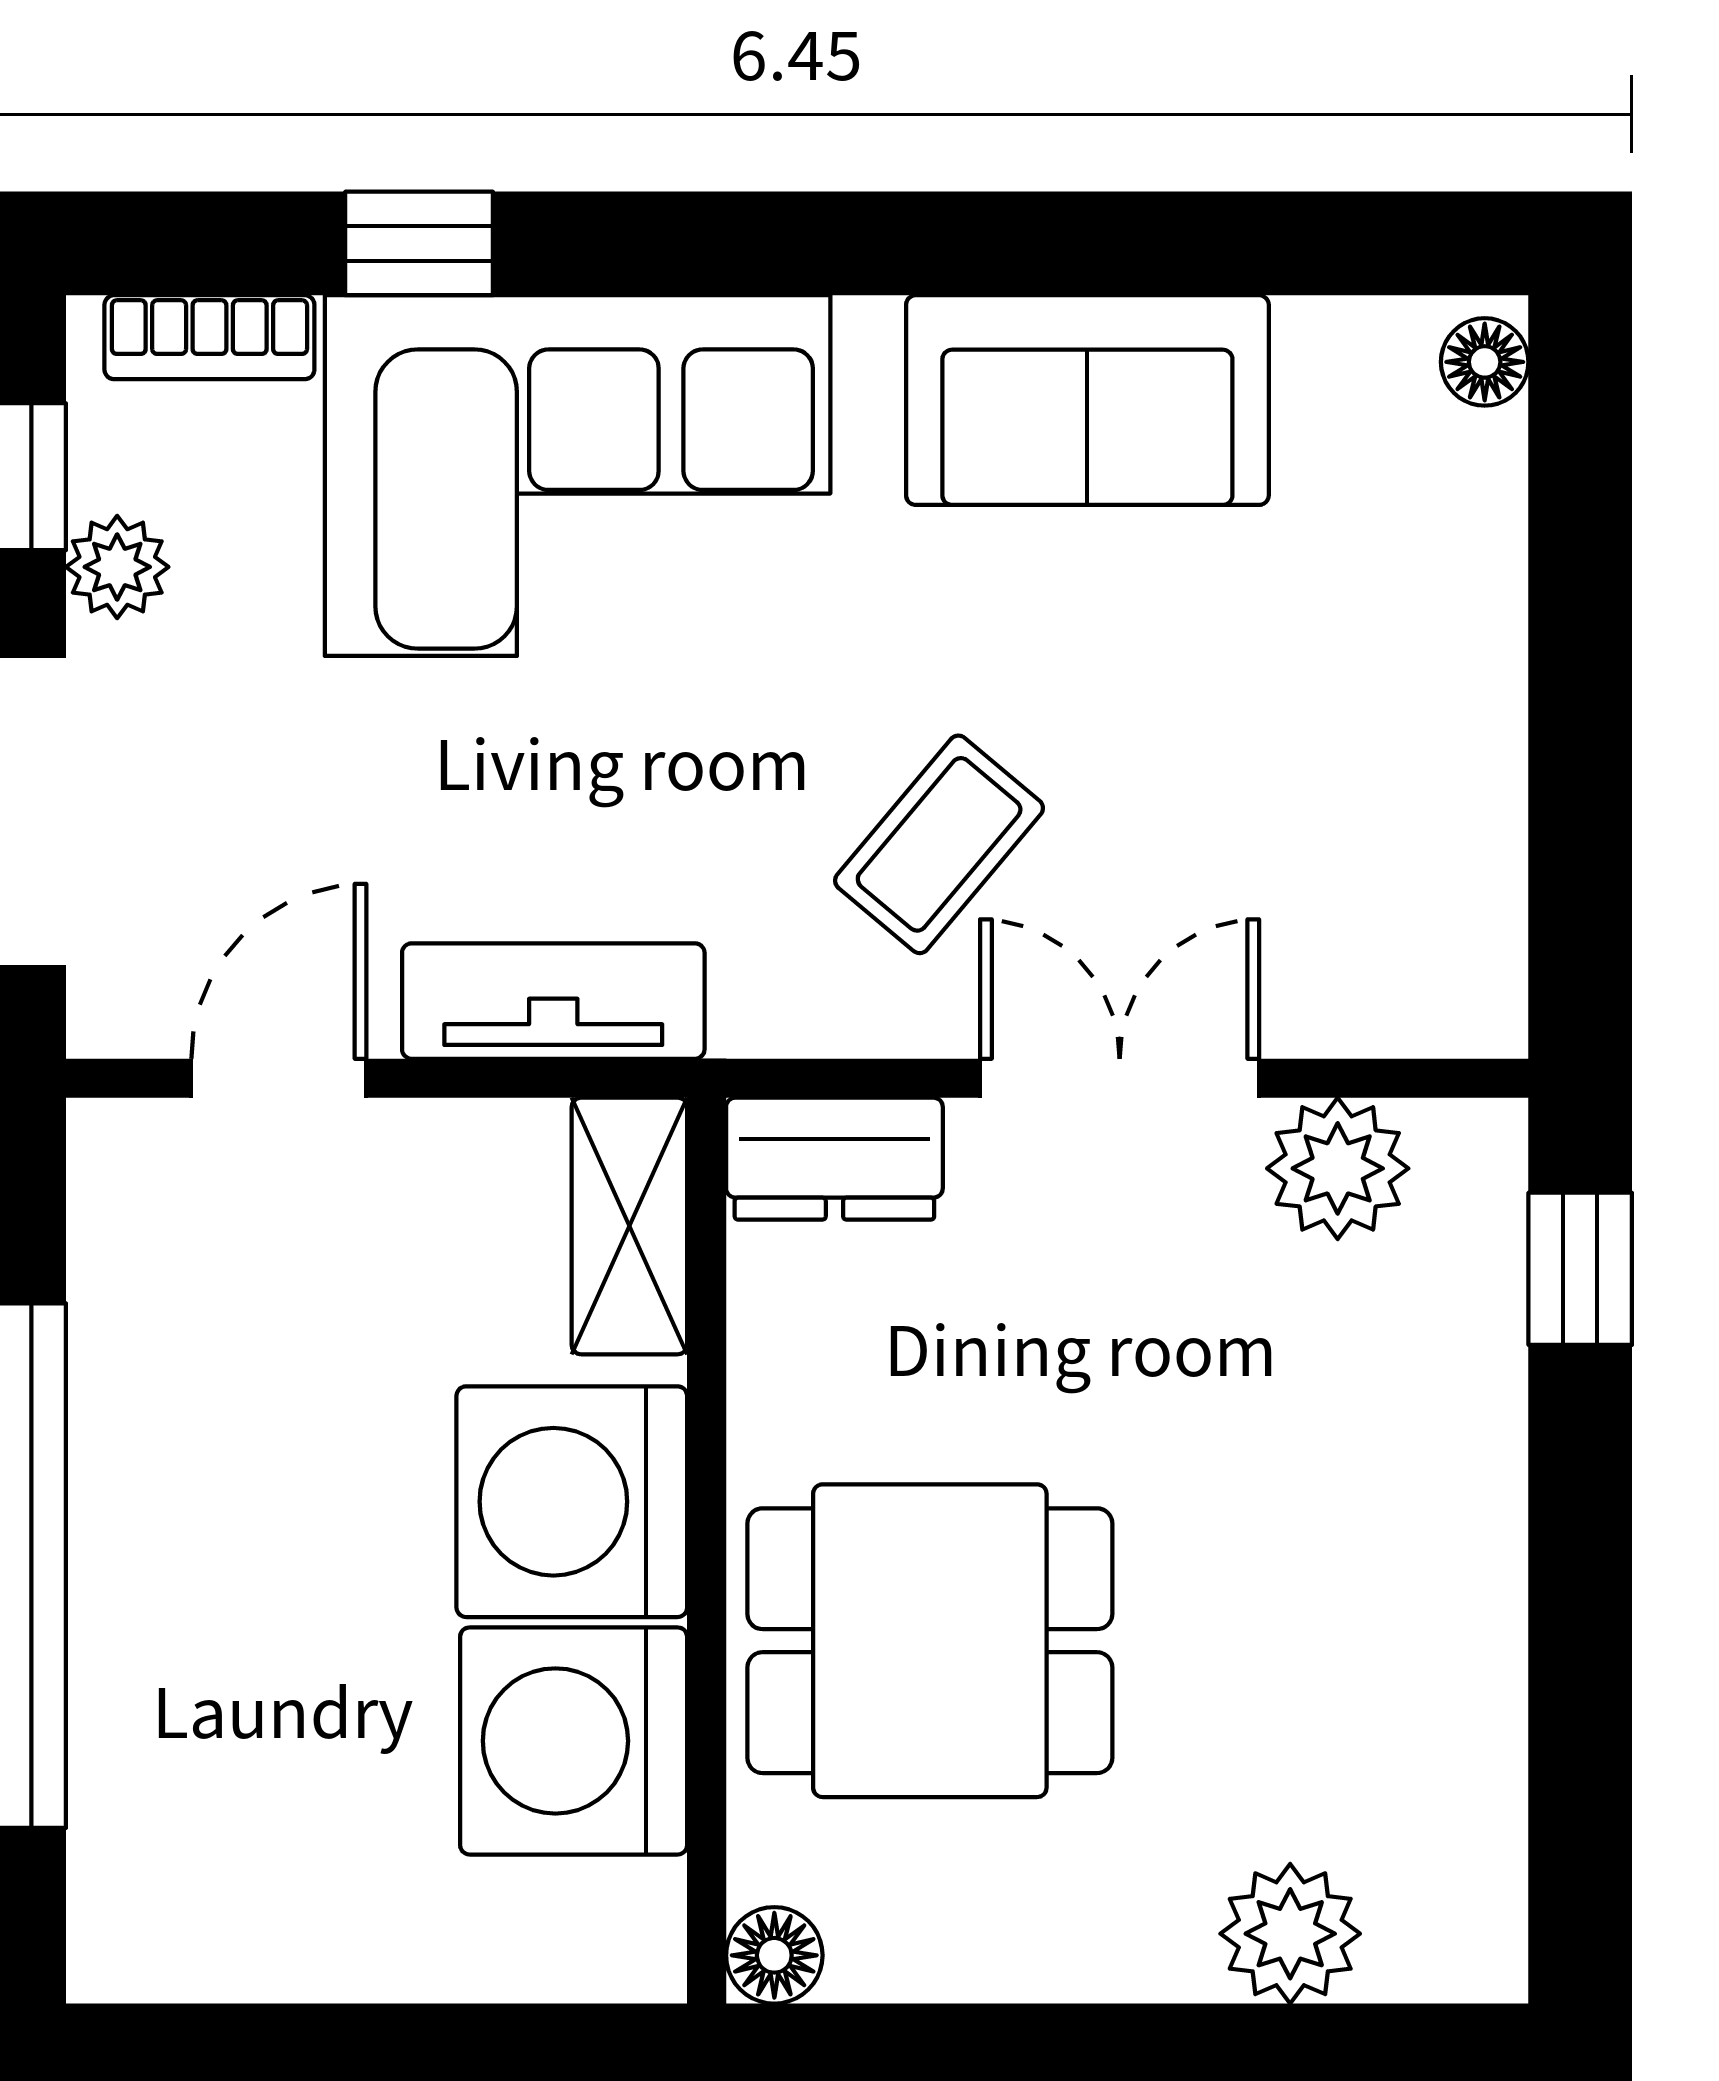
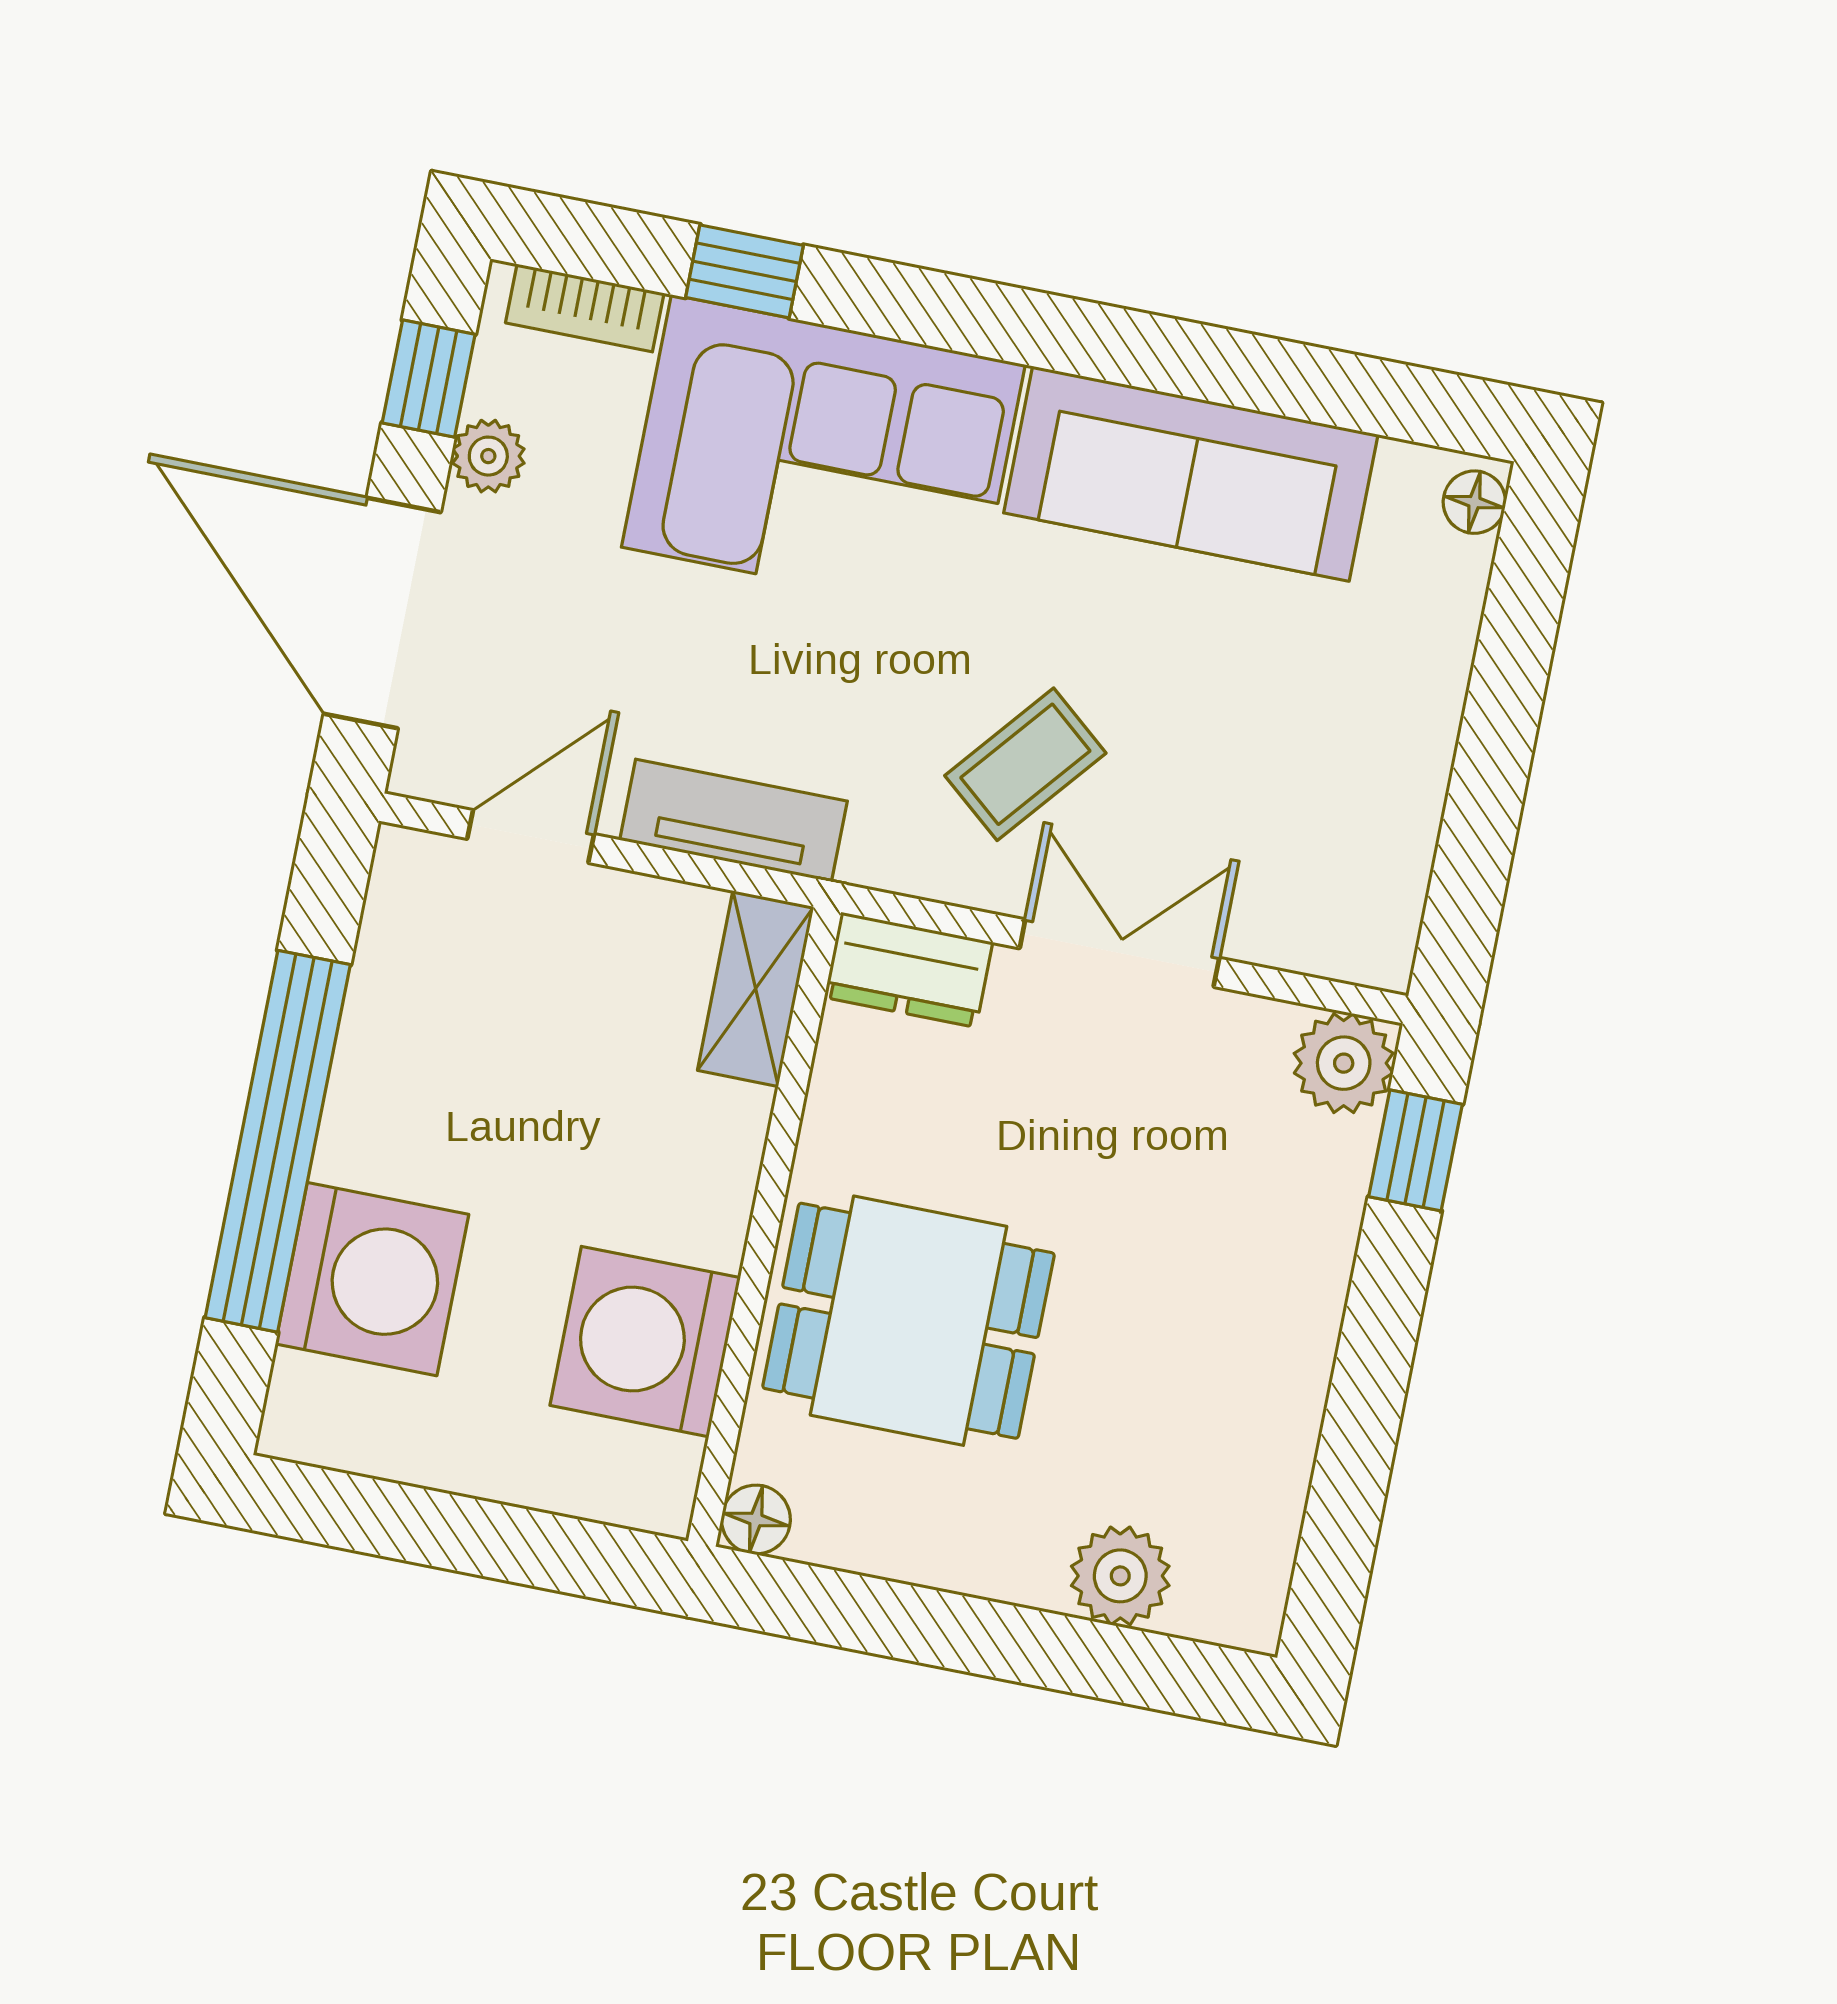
sofa: (1087, 400) -> (1191, 474), width x1.36
plant: (1338, 1168) -> (1344, 1063), moved
washing machine: (572, 1502) -> (372, 1279), moved, turned 180

